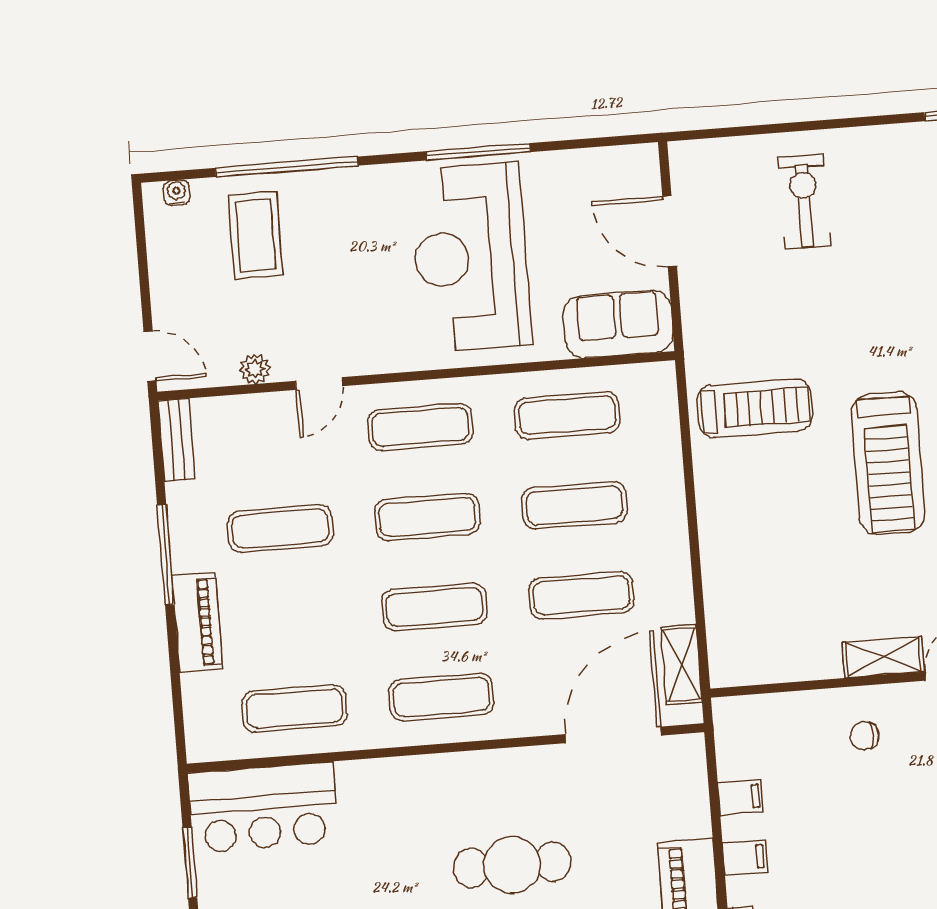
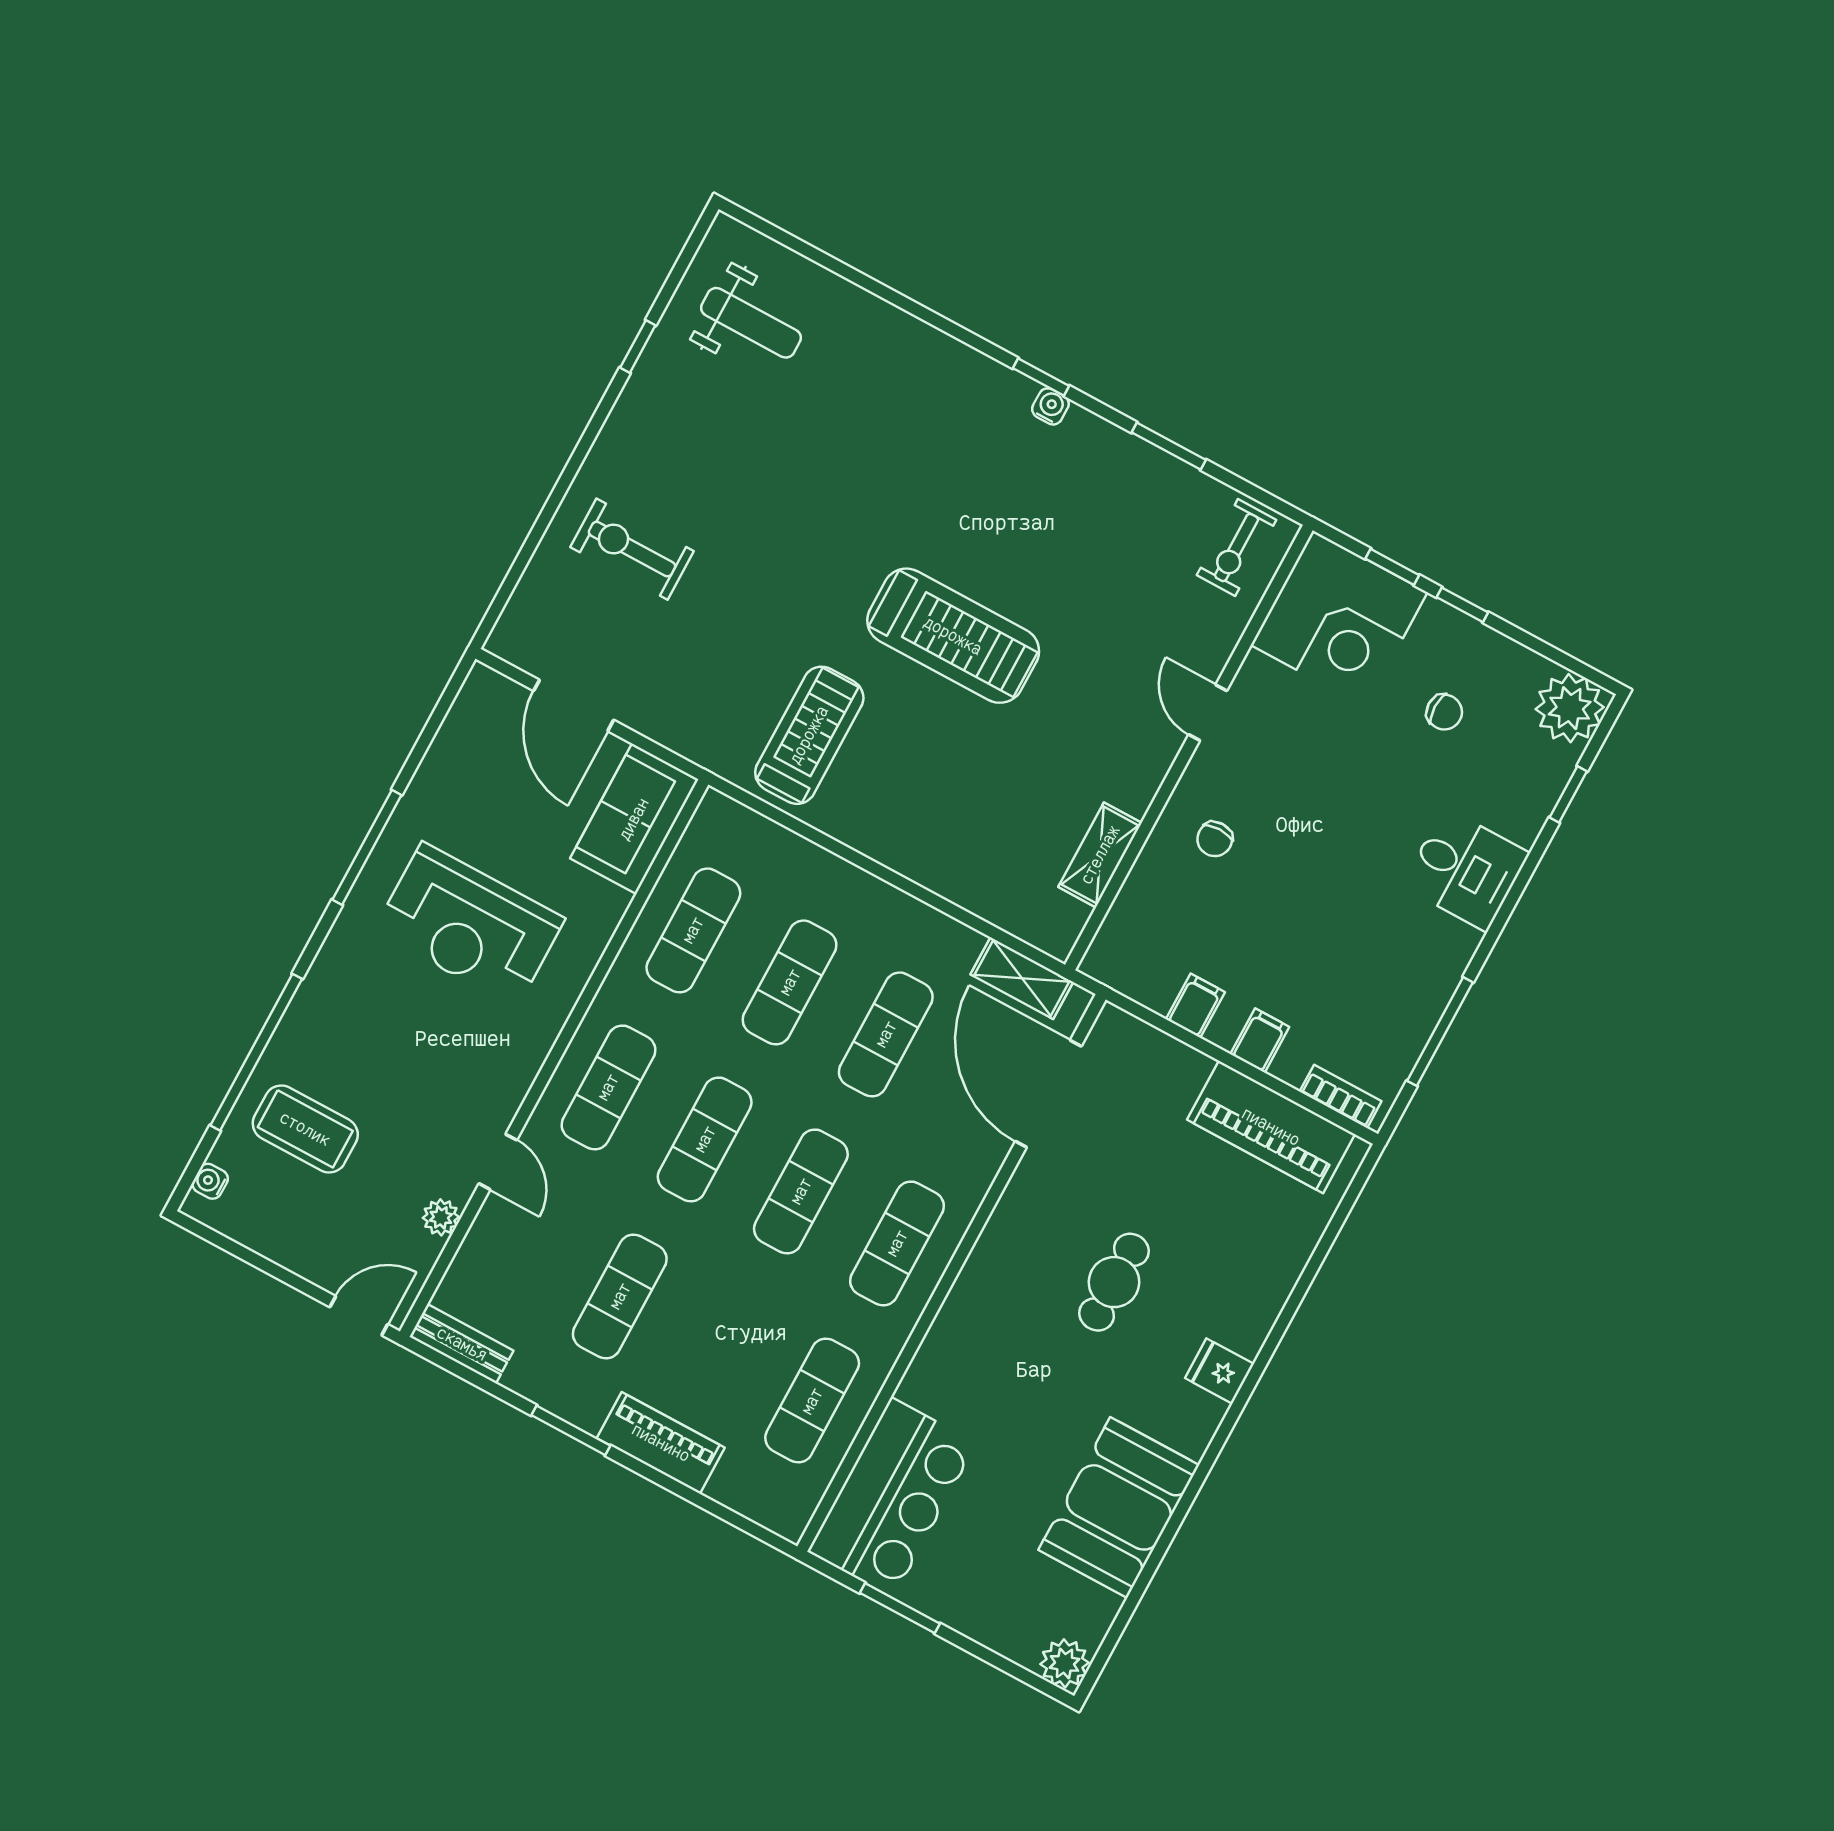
door: (670, 231) -> (574, 705), hinge flipped
reception desk: (471, 257) -> (469, 925), width x0.74, depth x0.77
window: (166, 555) -> (571, 1430), width x0.69
shelving: (883, 657) -> (1100, 855), moved
cafe table: (512, 865) -> (1114, 1282), width x0.73, depth x0.74

